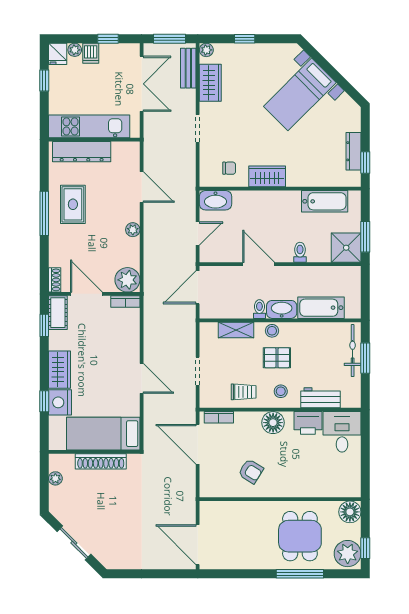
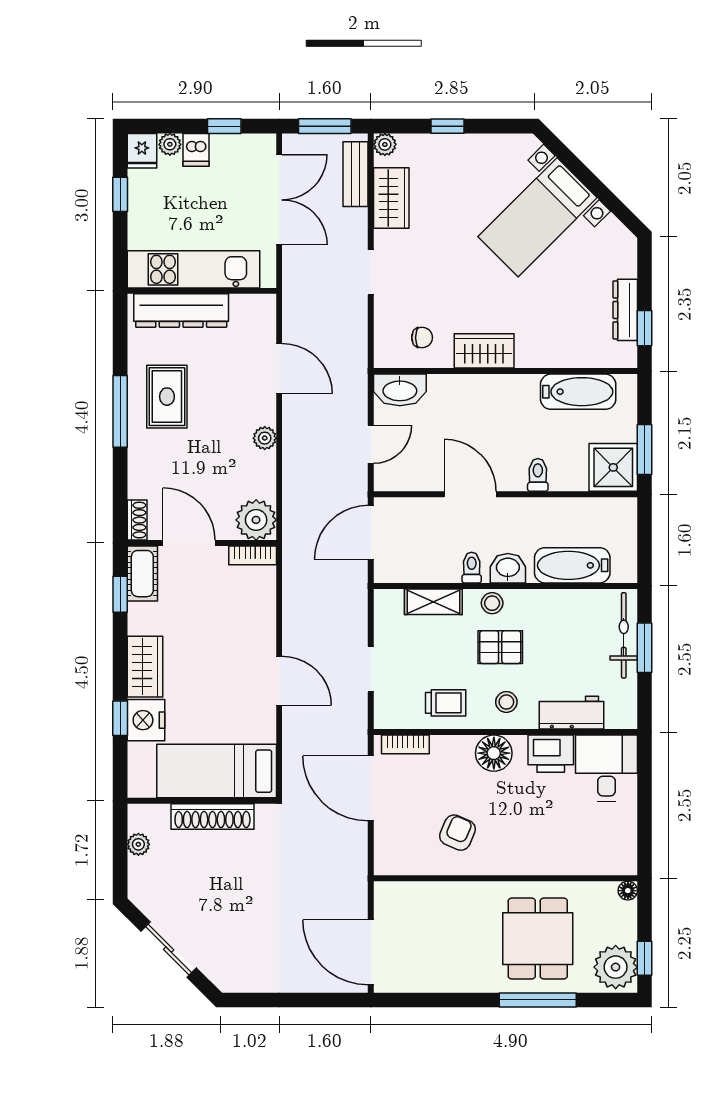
washbasin: (282, 309) -> (508, 568), width x0.72
armchair: (251, 471) -> (457, 833), turned -99
floor lamp: (350, 512) -> (628, 891), width x0.53, depth x0.53

